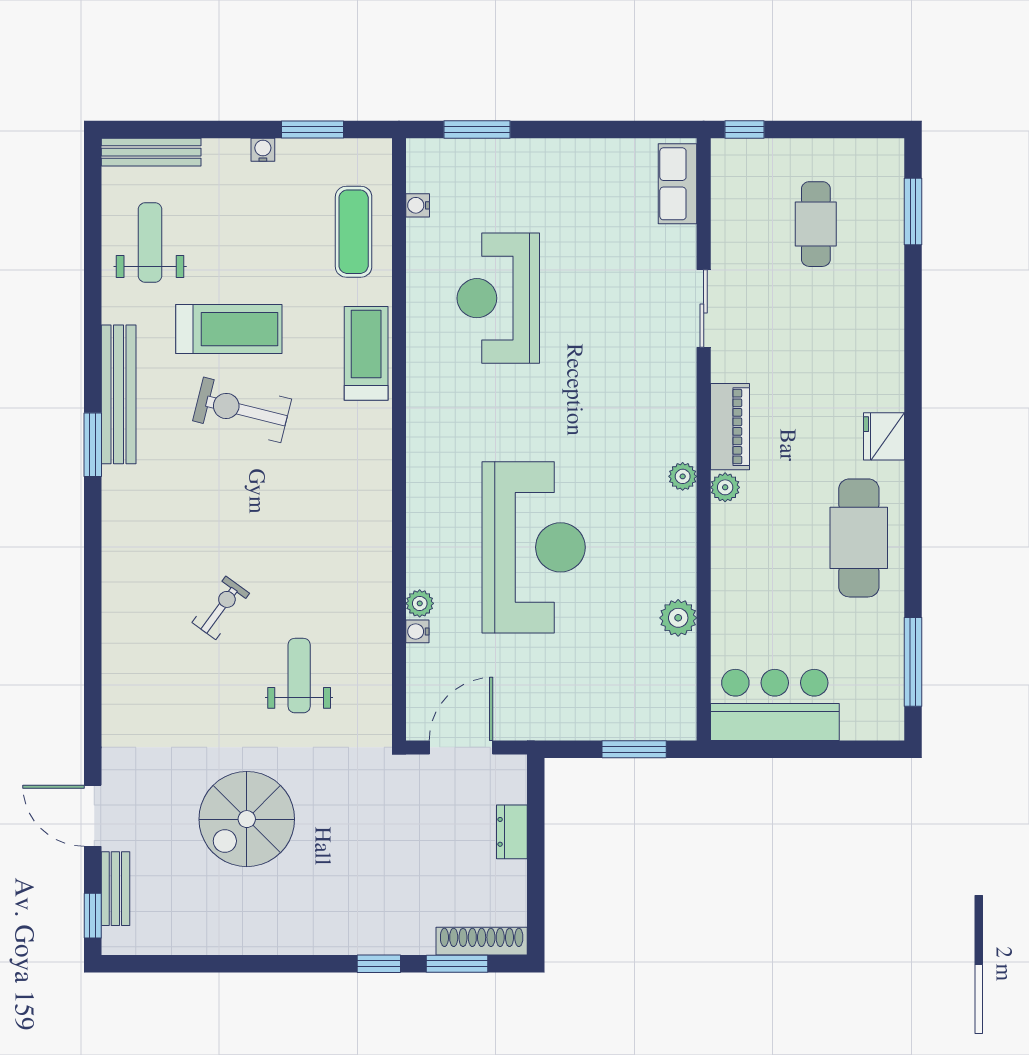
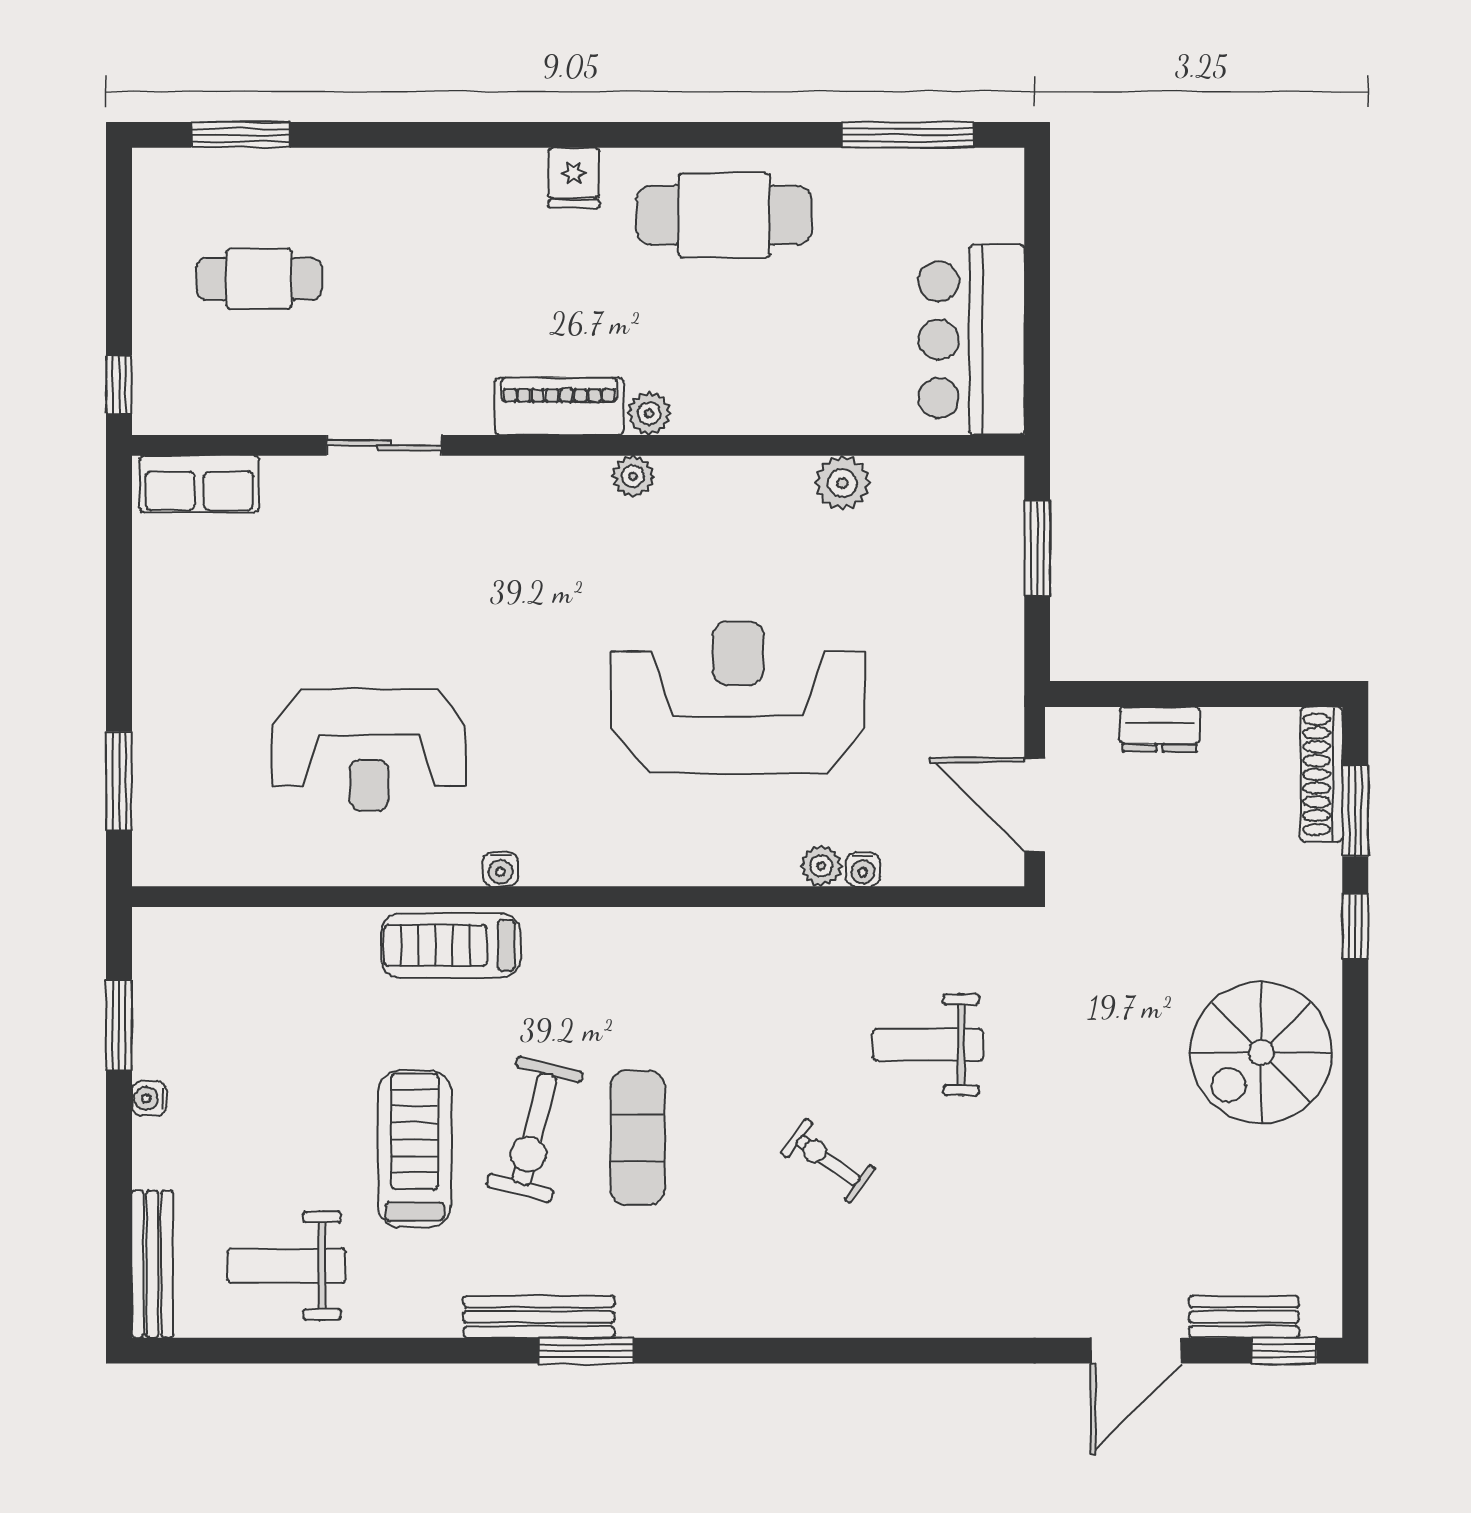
water cooler: (418, 205) -> (501, 869), moved
exercise mat: (354, 232) -> (637, 1138), moved, turned 90
bench: (119, 394) -> (539, 1317), width x0.73, depth x0.82
fridge: (884, 436) -> (574, 178), width x0.72
spiral stairs: (247, 819) -> (1261, 1052), moved, turned 90

